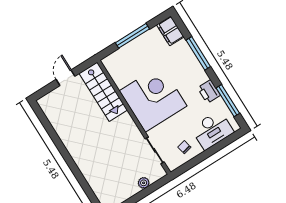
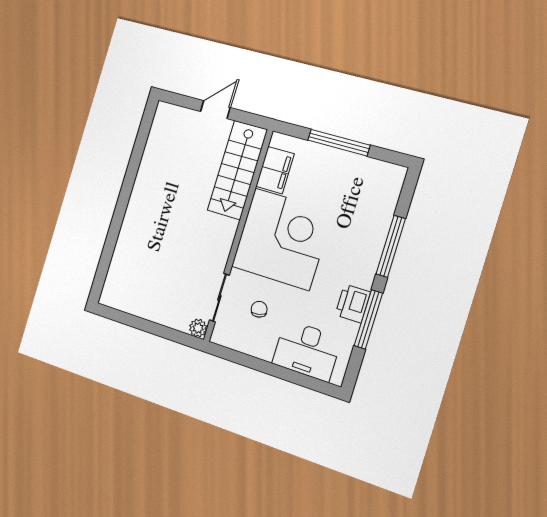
filing cabinet: (170, 31) -> (275, 170), moved, turned 180
window: (228, 101) -> (368, 320), moved
chair: (184, 147) -> (259, 309), moved
plant: (144, 183) -> (198, 328), moved

